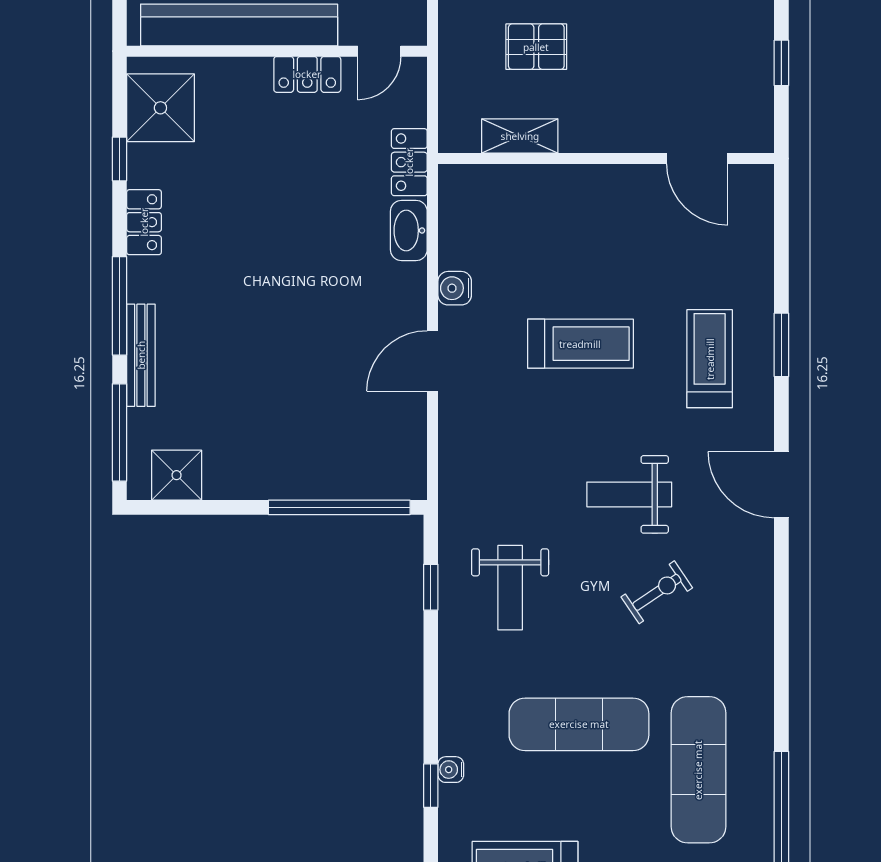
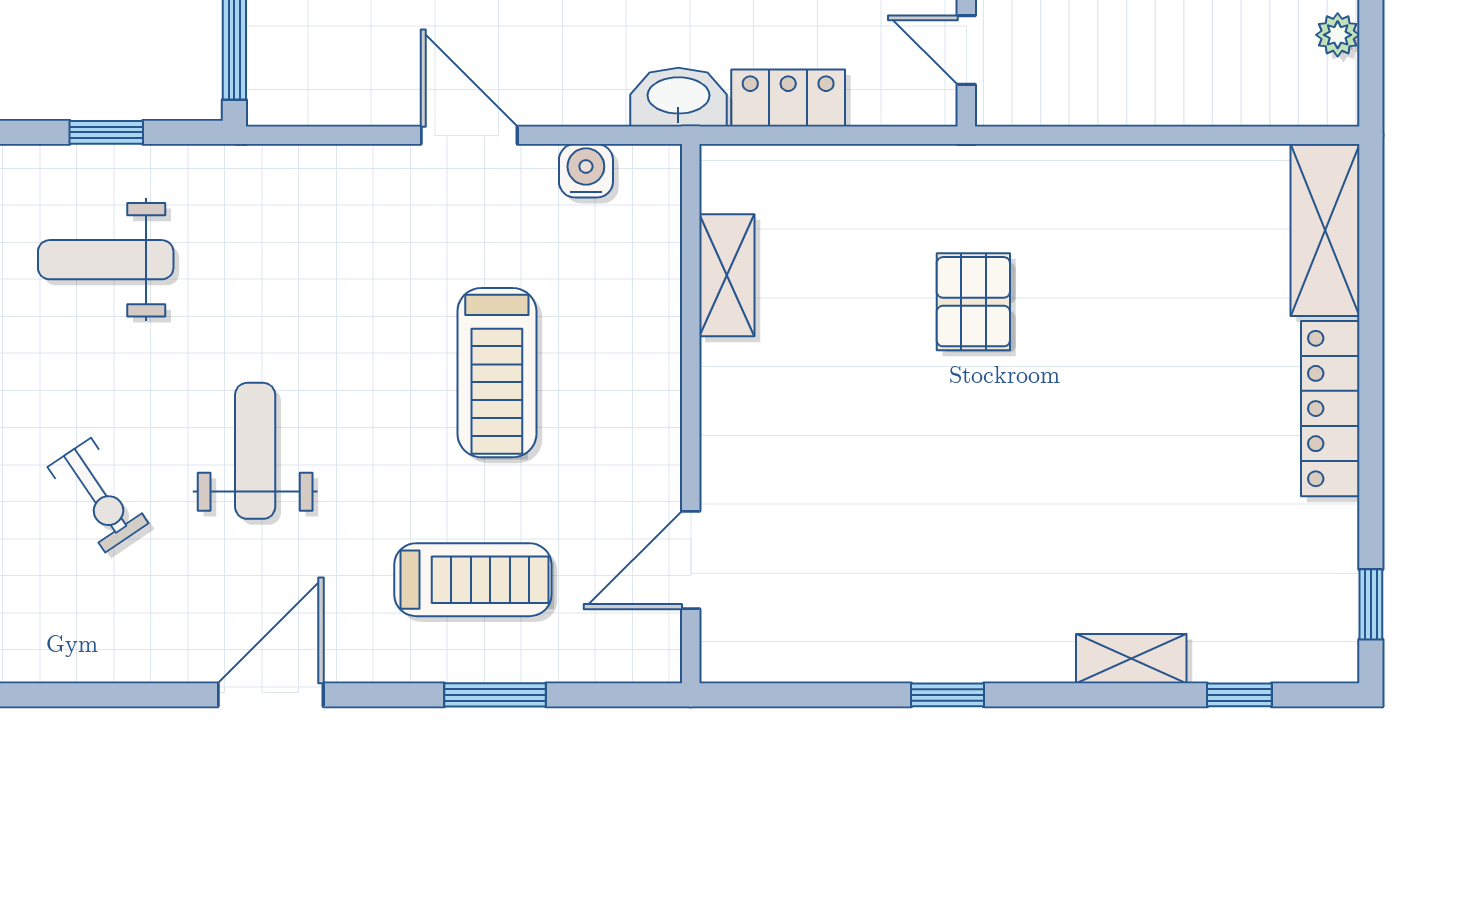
shelving: (520, 136) -> (727, 275), moved
wall: (606, 159) -> (691, 414), moved
door: (697, 159) -> (691, 560), moved

